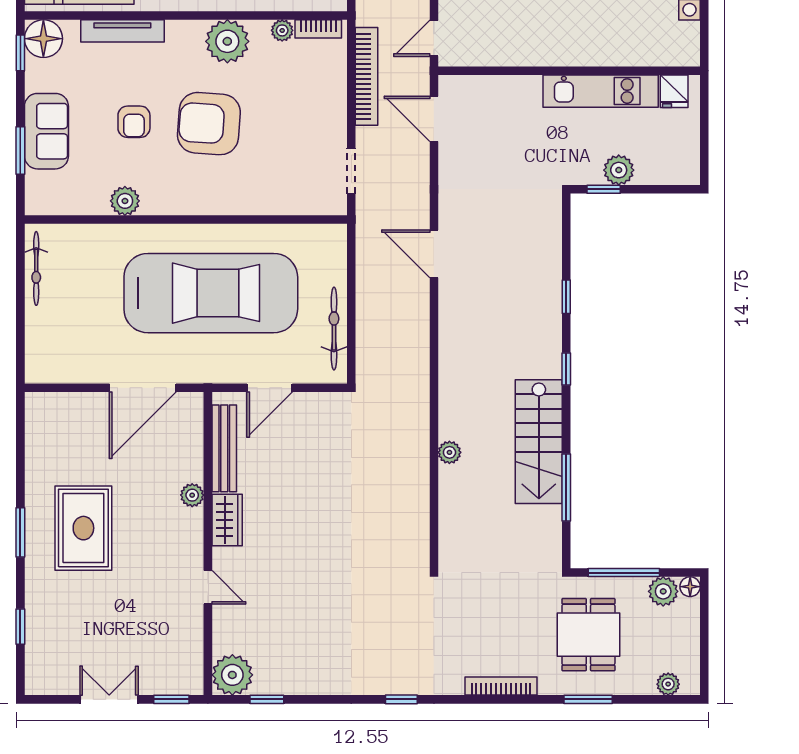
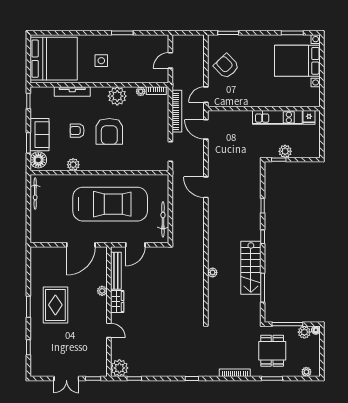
floor lamp: (43, 39) -> (38, 160), moved
armchair: (134, 122) -> (77, 131), turned 90
armchair: (209, 124) -> (109, 131), turned -94
double door: (109, 699) -> (66, 378), swing flipped

